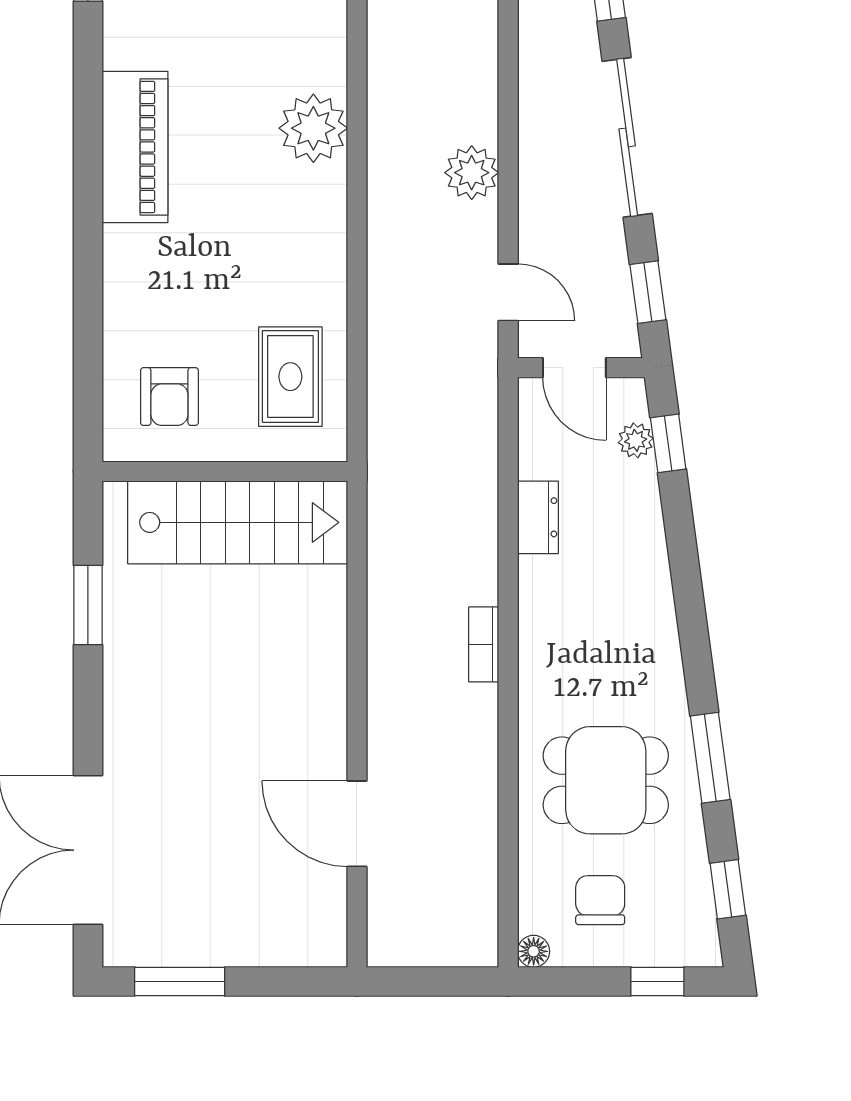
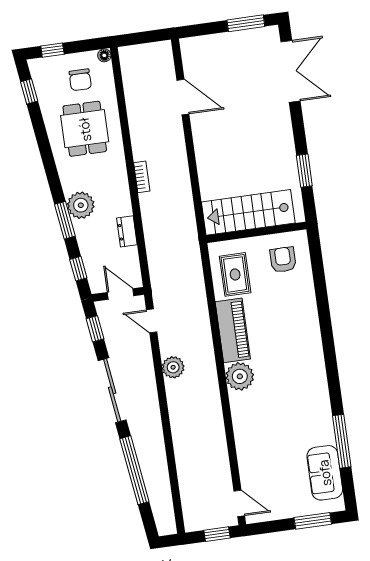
piano: (135, 147) -> (233, 330), moved, turned 180
plant: (636, 440) -> (81, 205), moved, width x1.88, depth x1.88
window: (710, 758) -> (65, 220), moved
dining table: (606, 780) -> (85, 129), turned 90

